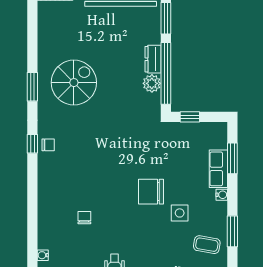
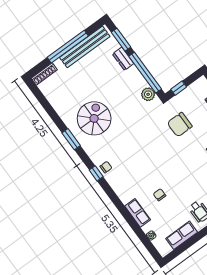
dresser: (153, 59) -> (123, 59), moved
plant: (152, 83) -> (148, 94), moved
chair: (151, 192) -> (180, 125), moved
row of seats: (46, 220) -> (138, 213), added

